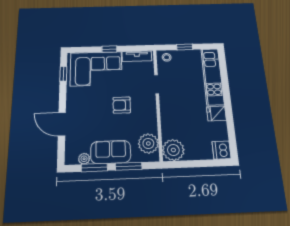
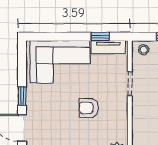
window: (109, 49) -> (100, 37), moved
window: (63, 74) -> (22, 96), moved

